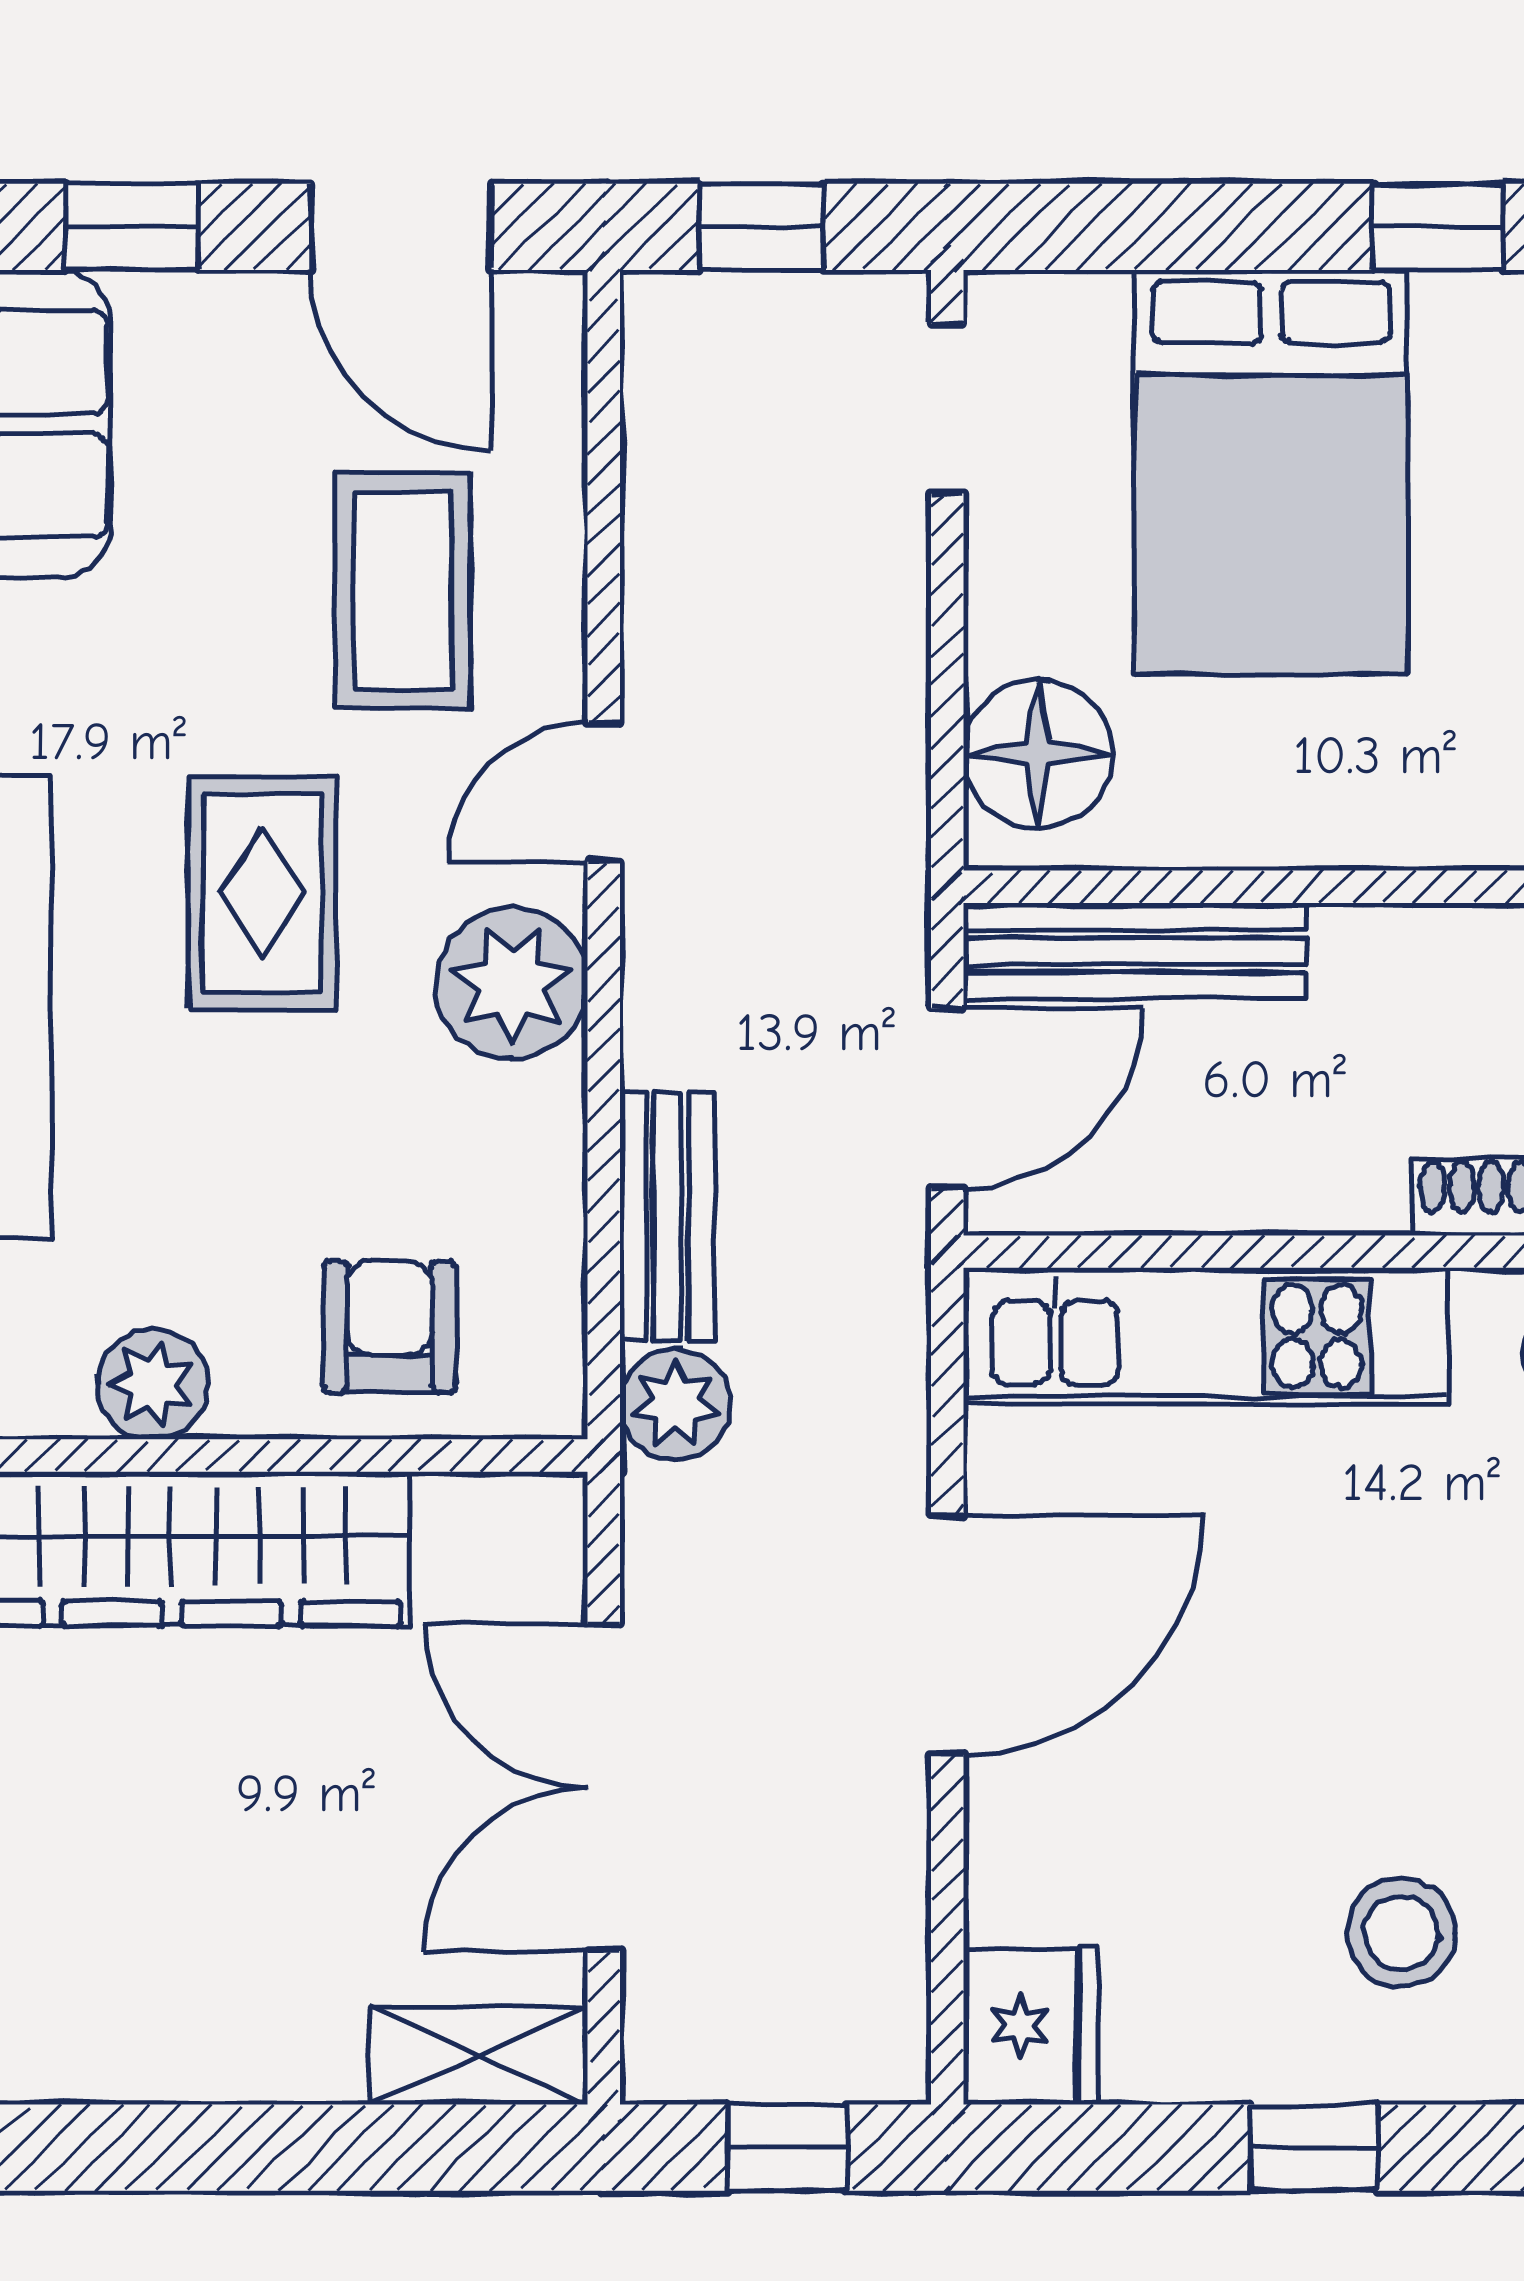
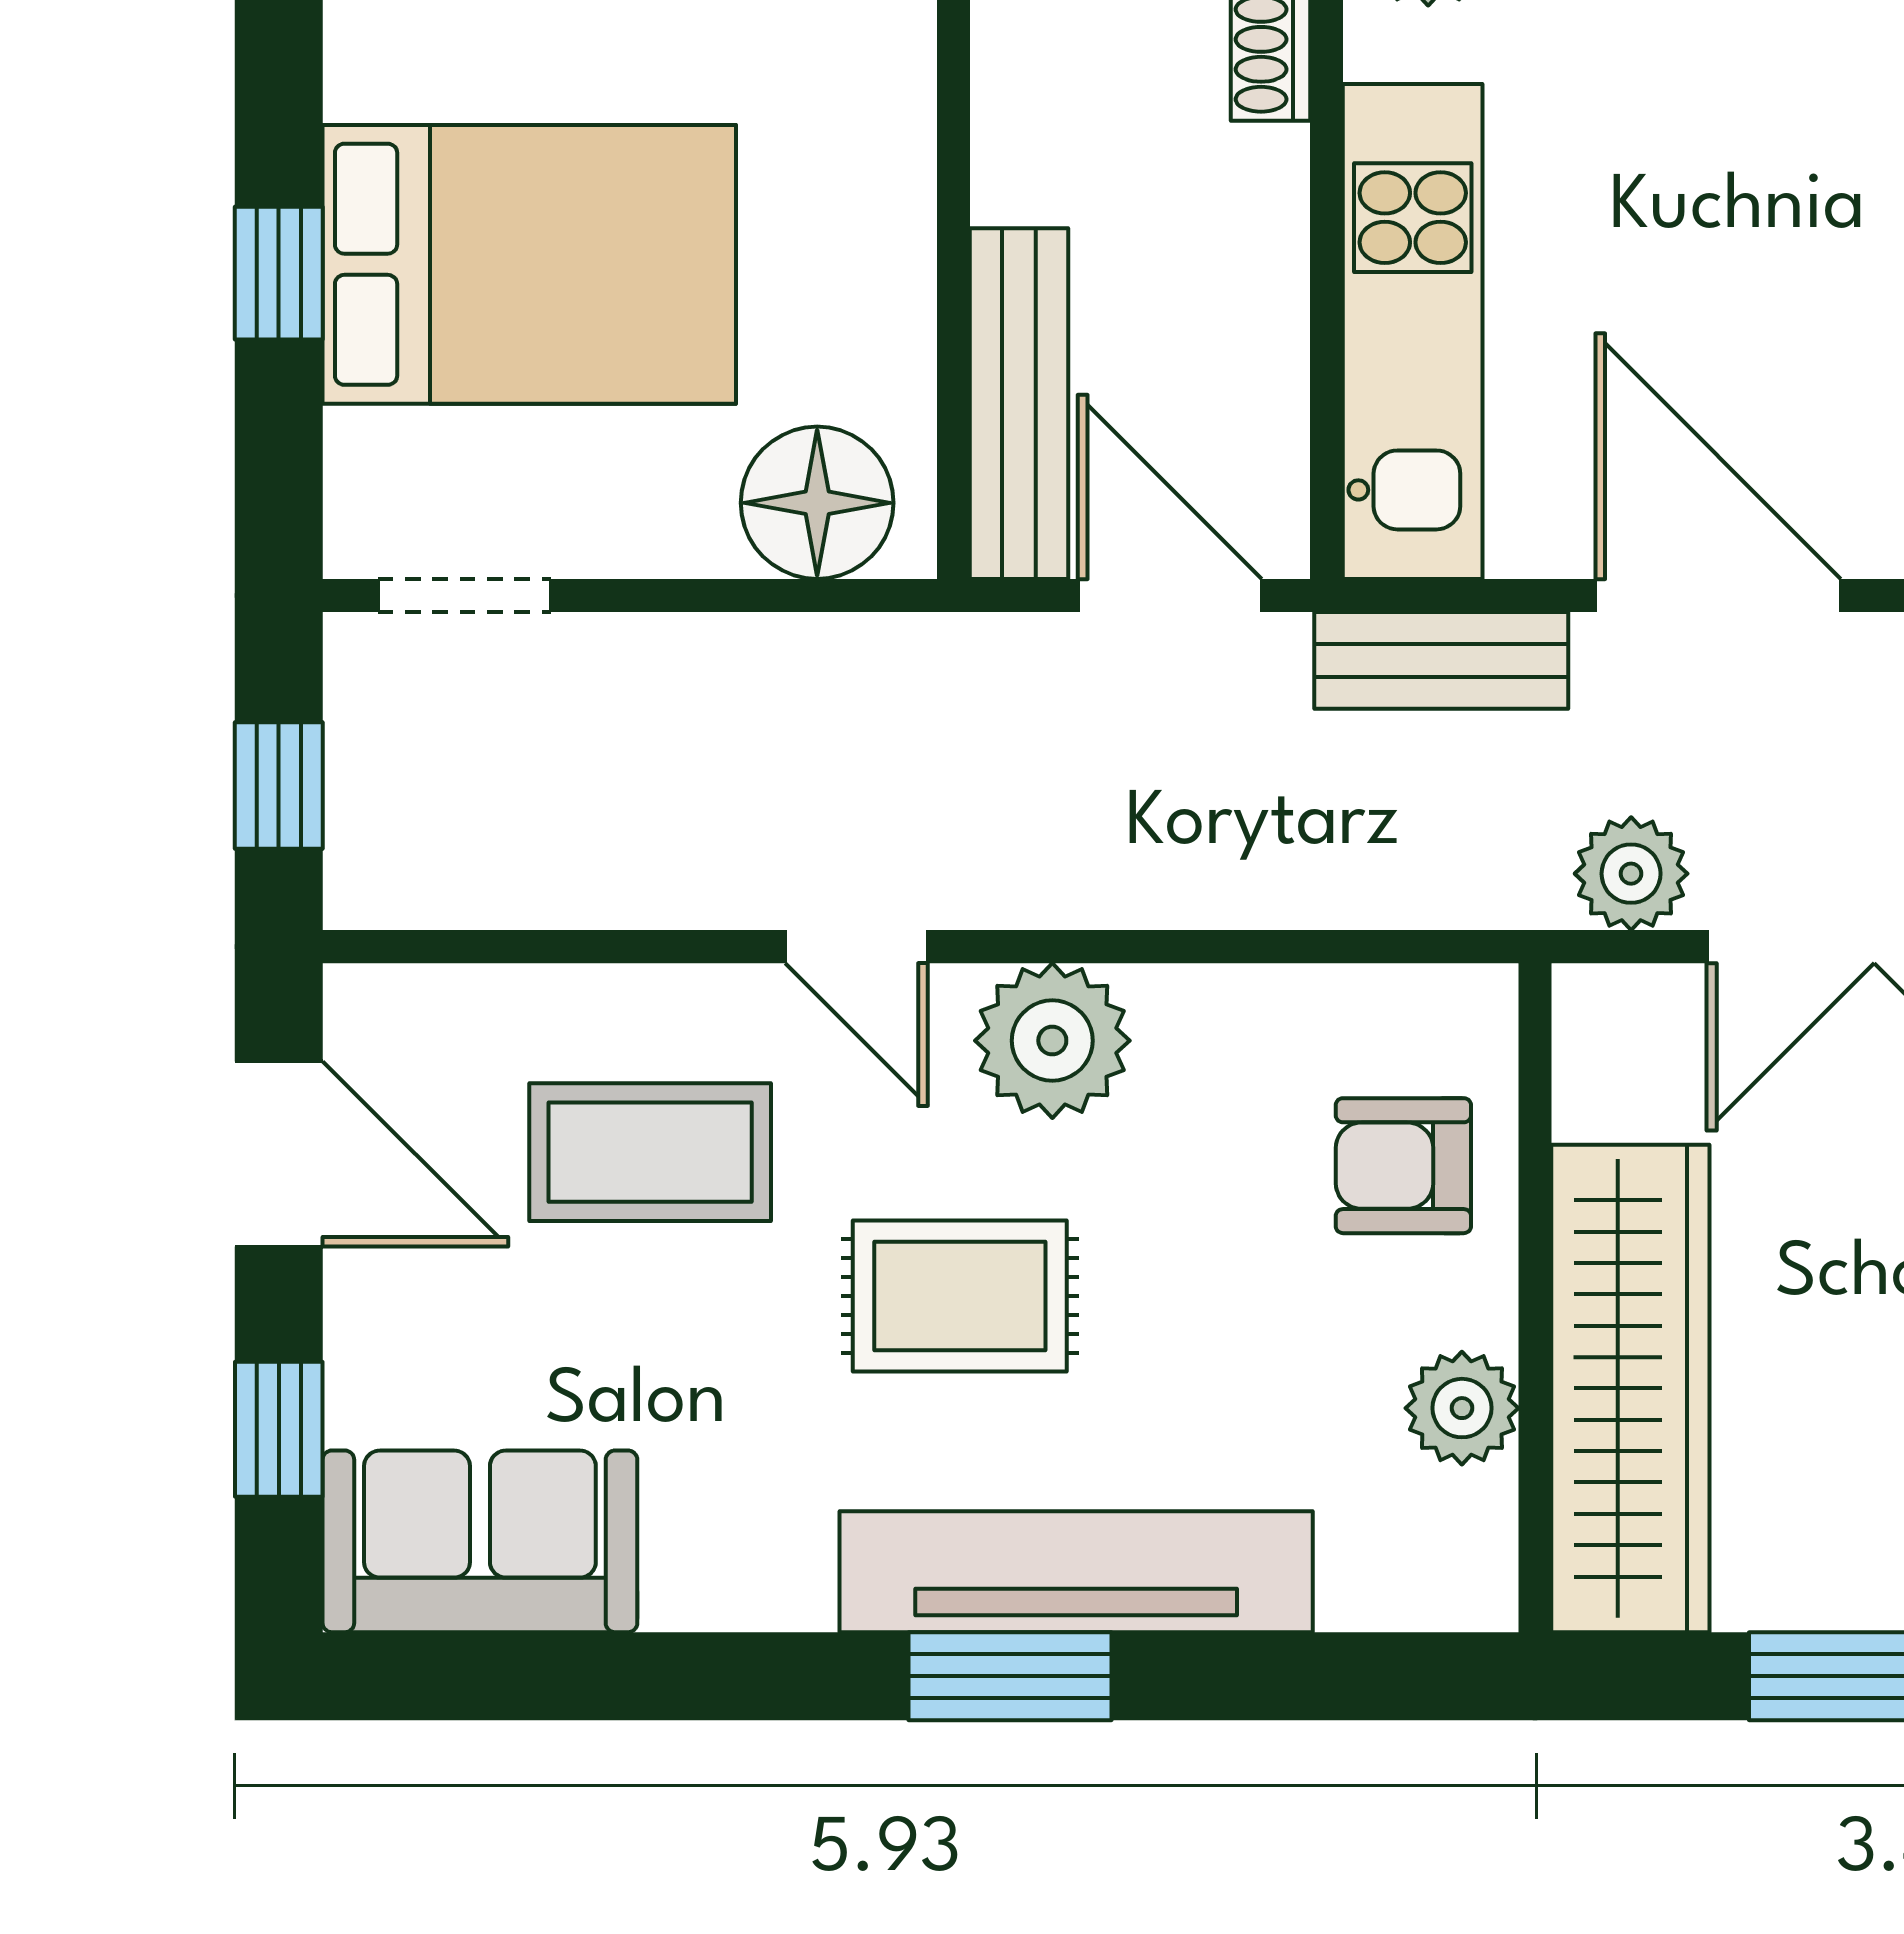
door: (401, 227) -> (279, 1154), hinge flipped
window: (1438, 227) -> (279, 273), moved
bench: (667, 1216) -> (1441, 660), moved
plant: (675, 1404) -> (1631, 874), moved

